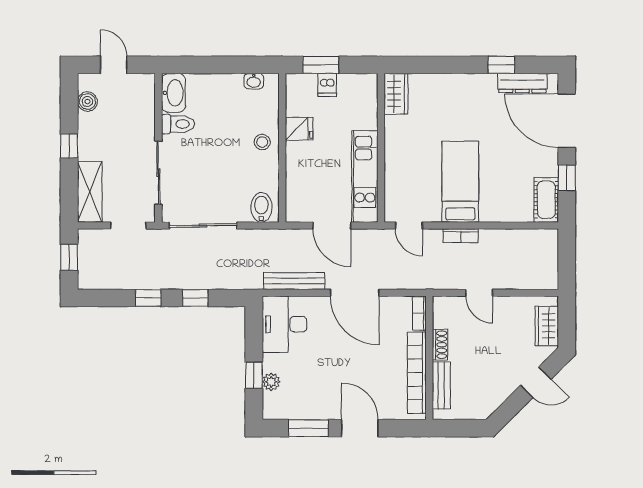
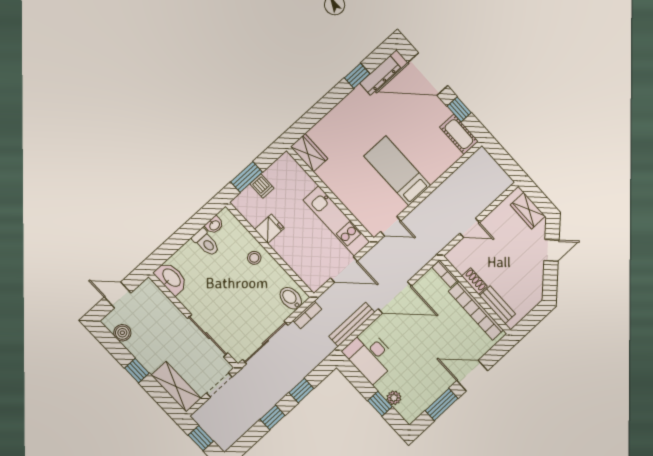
toilet: (178, 124) -> (206, 243), moved, turned 90
bookcase: (461, 236) -> (307, 315), moved

